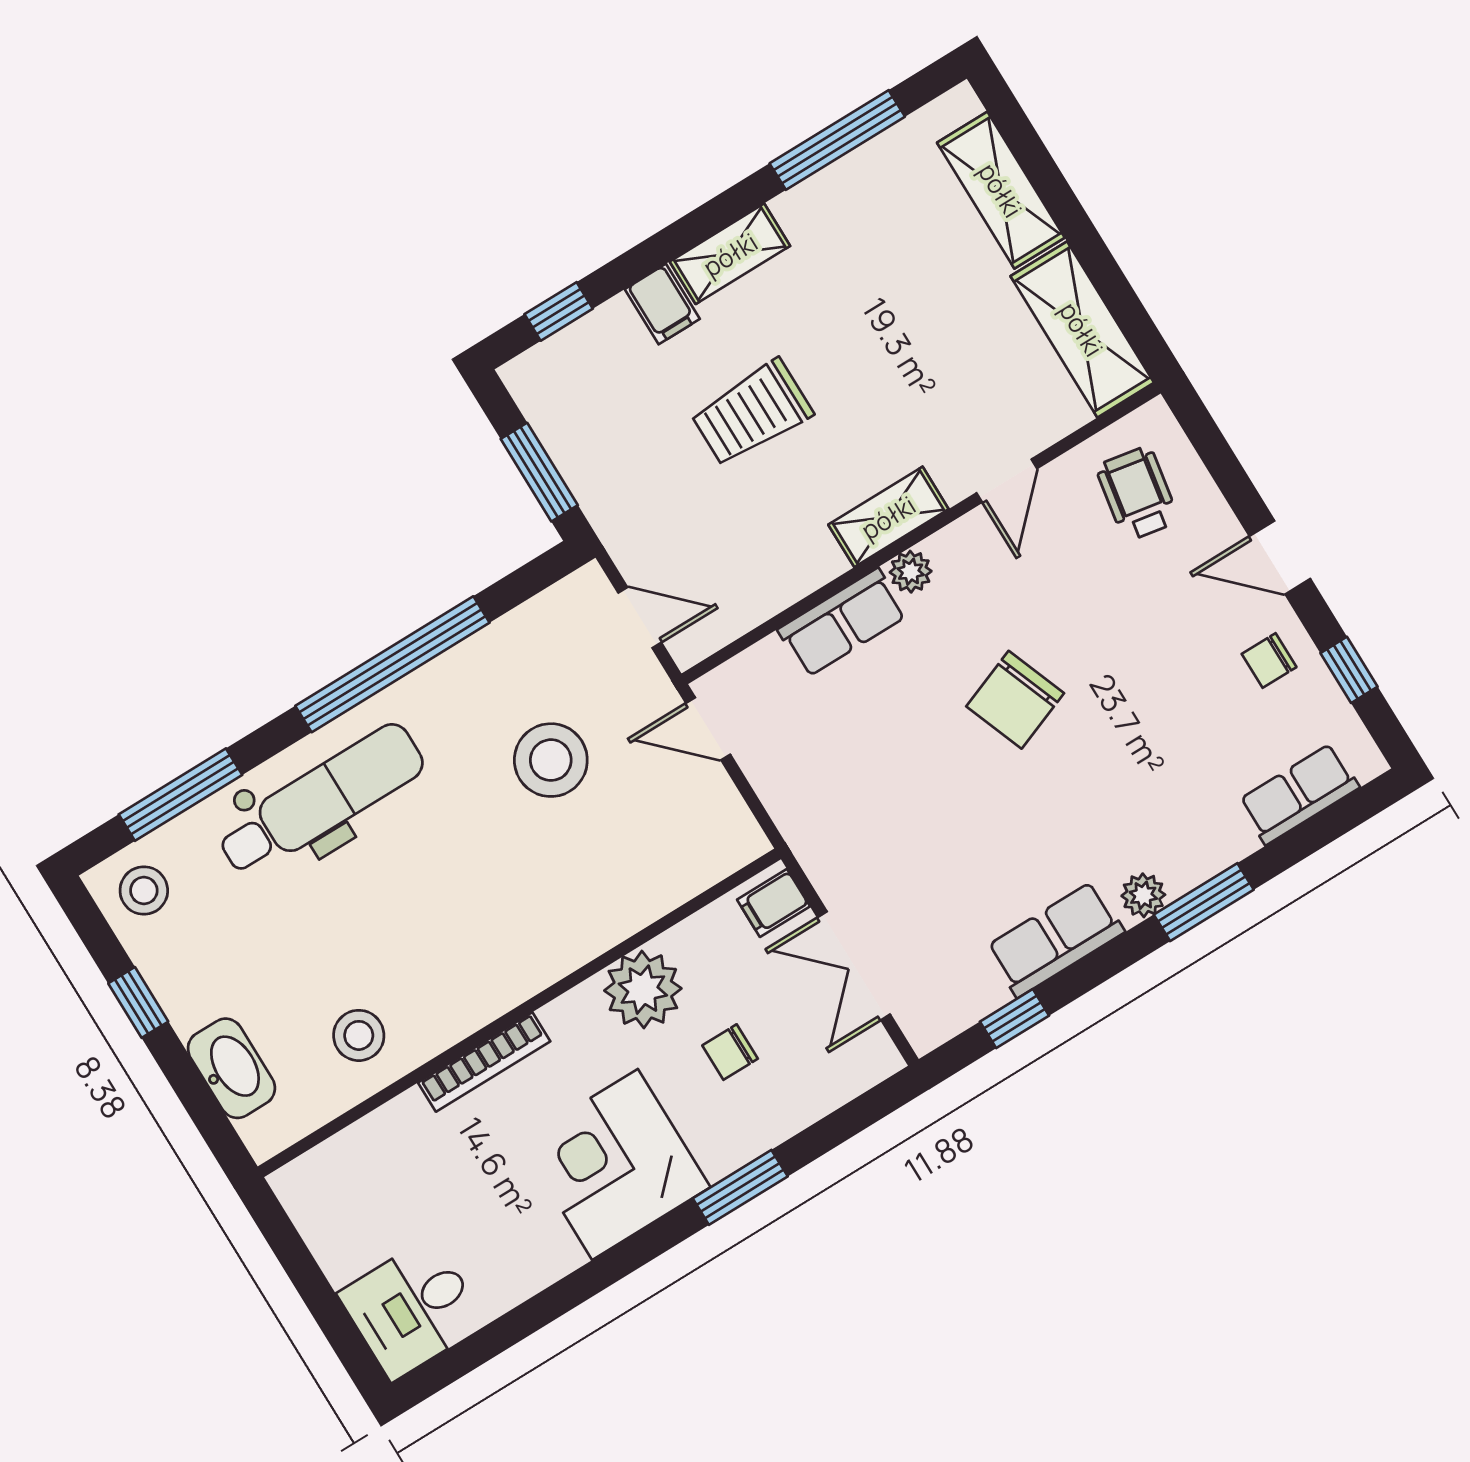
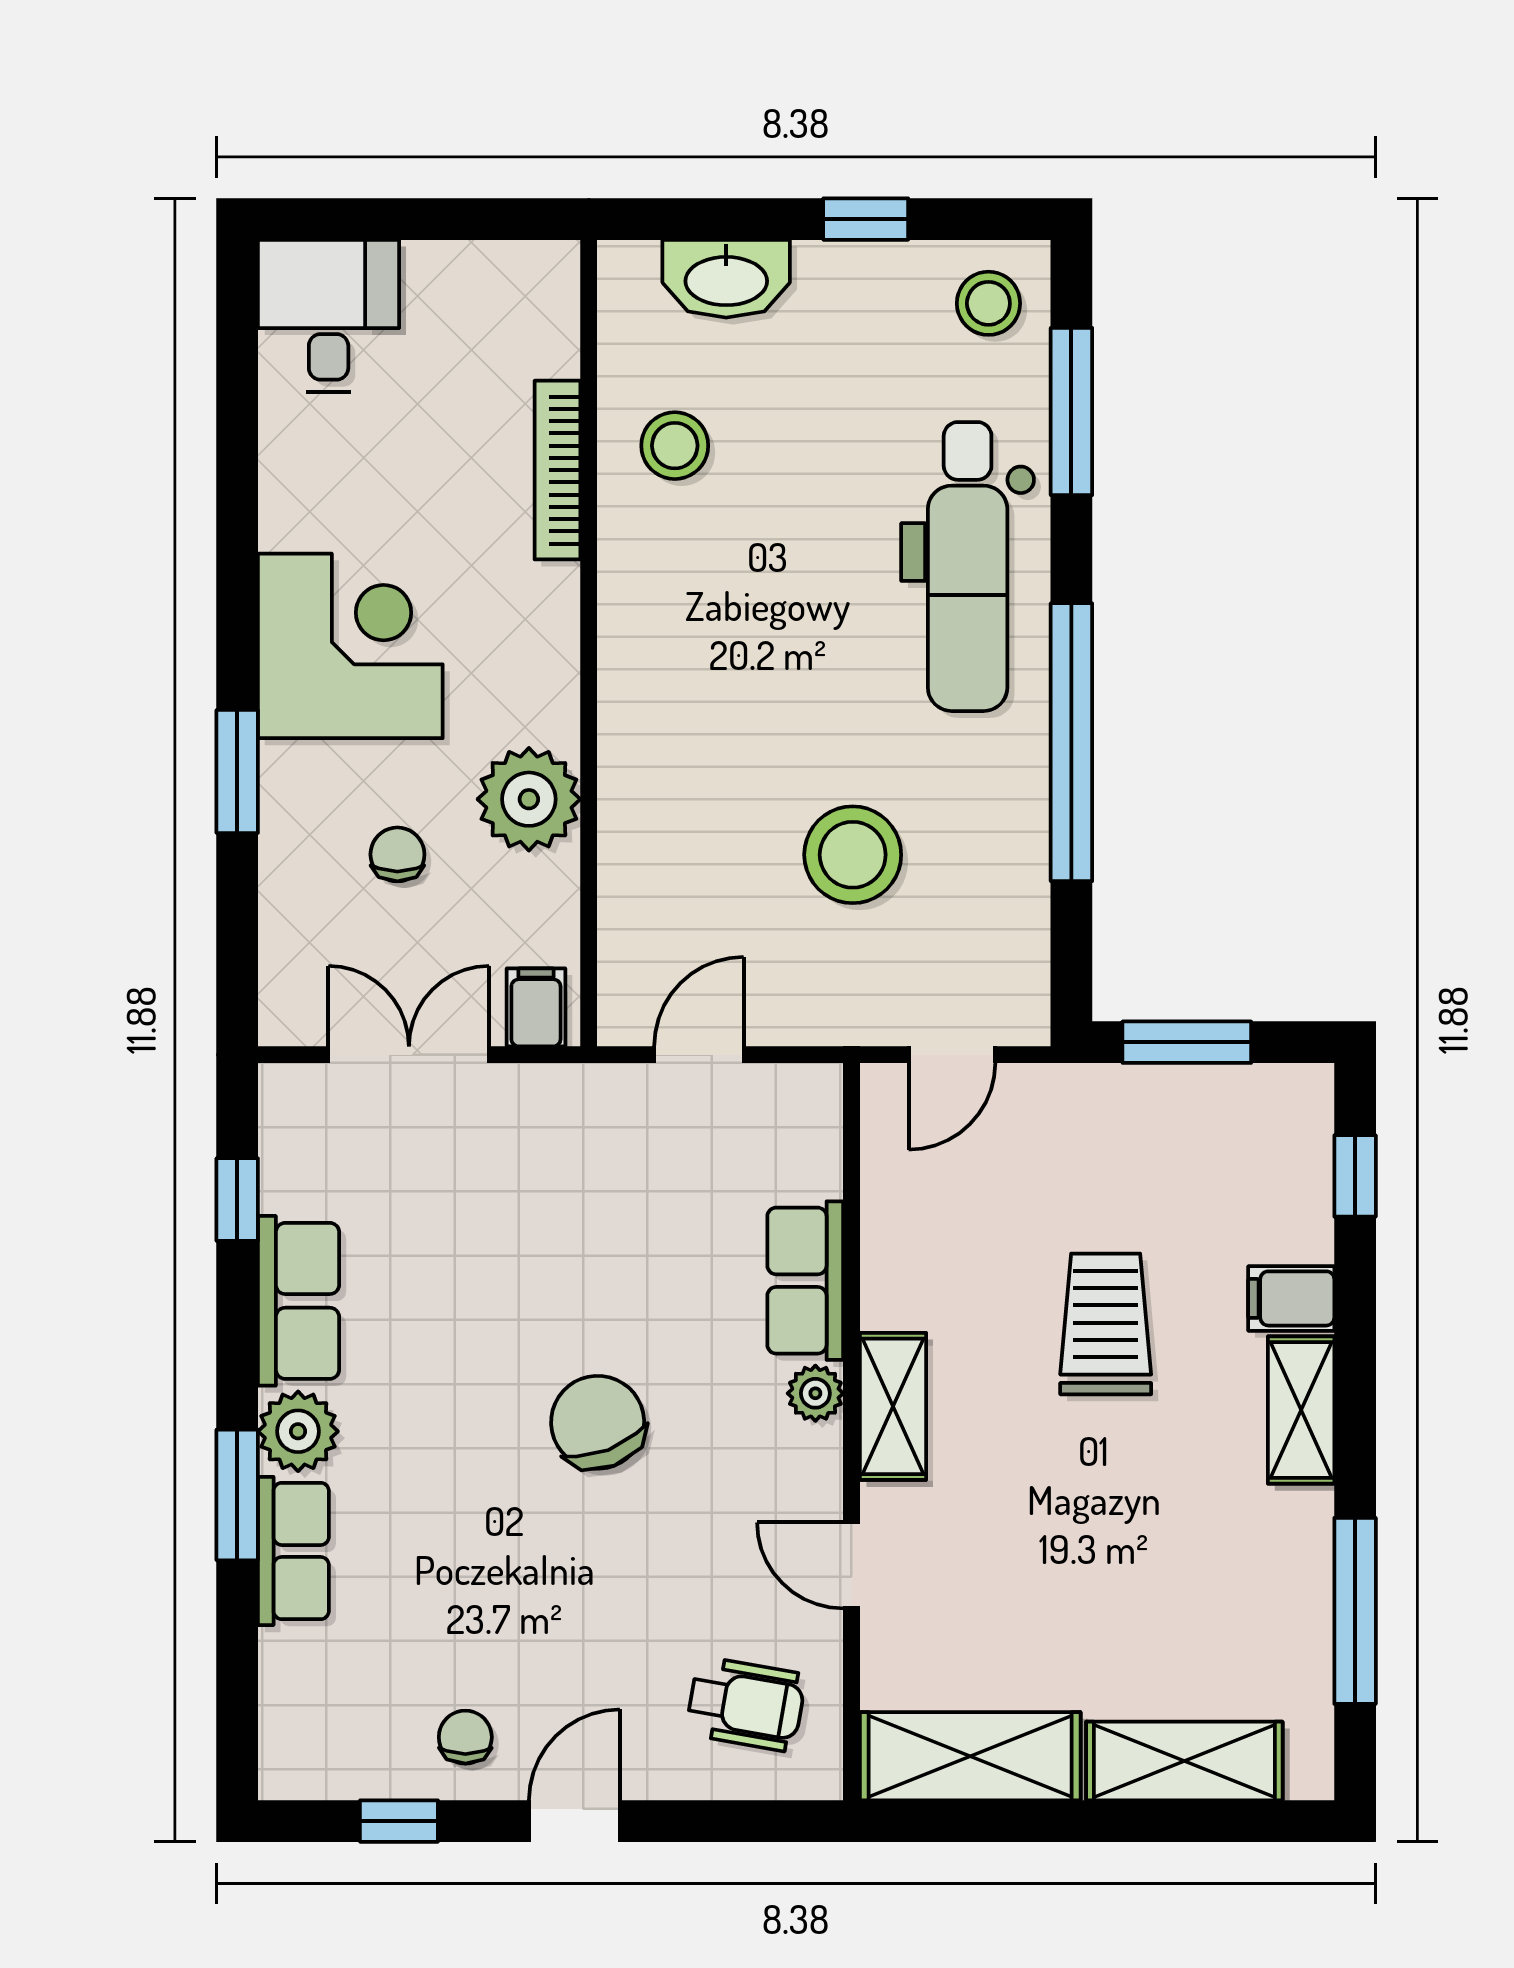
door: (708, 729) -> (699, 1055), moved
row of seats: (1299, 794) -> (293, 1551), moved
plant: (1143, 895) -> (298, 1431), width x1.38, depth x1.38
bookcase: (484, 1062) -> (557, 470), moved

